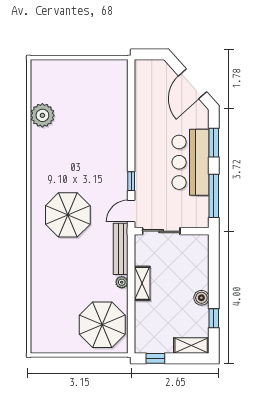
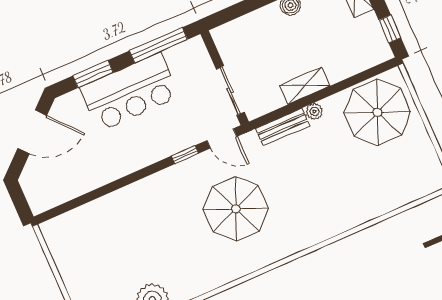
parasol: (68, 215) -> (236, 209), moved
bench: (121, 249) -> (283, 127), width x0.73

